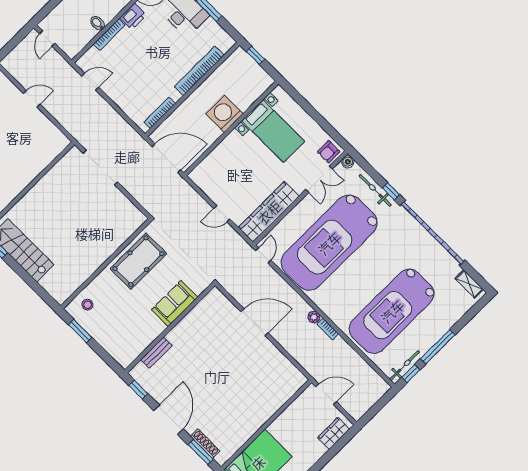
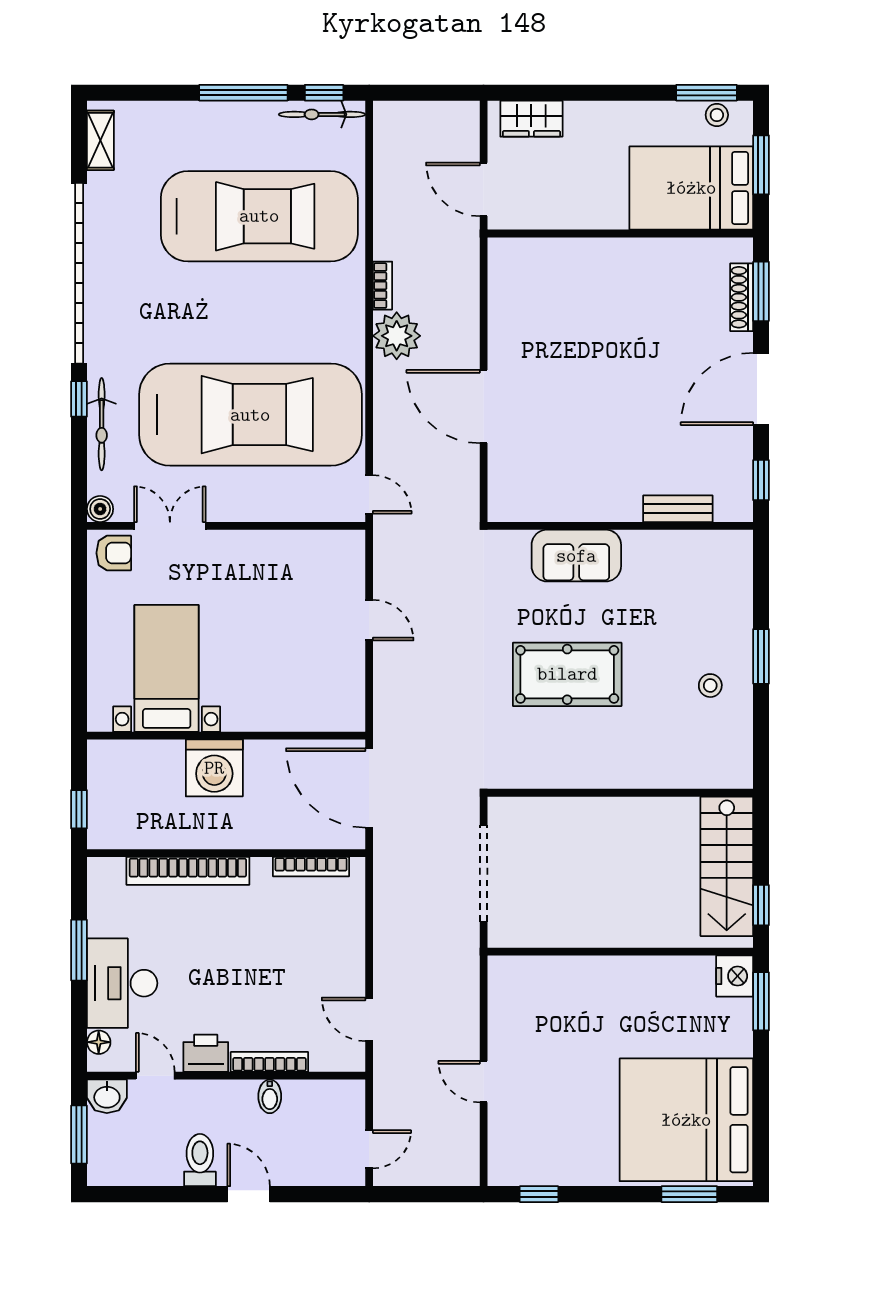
wardrobe: (269, 212) -> (295, 552), removed
door: (263, 255) -> (369, 494), swing flipped
wall: (106, 264) -> (620, 793), moved
plant: (314, 317) -> (397, 336), width x1.88, depth x1.88

